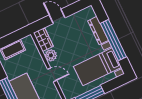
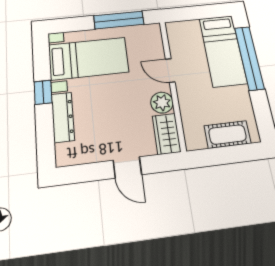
window: (113, 40) -> (43, 92), width x0.32

